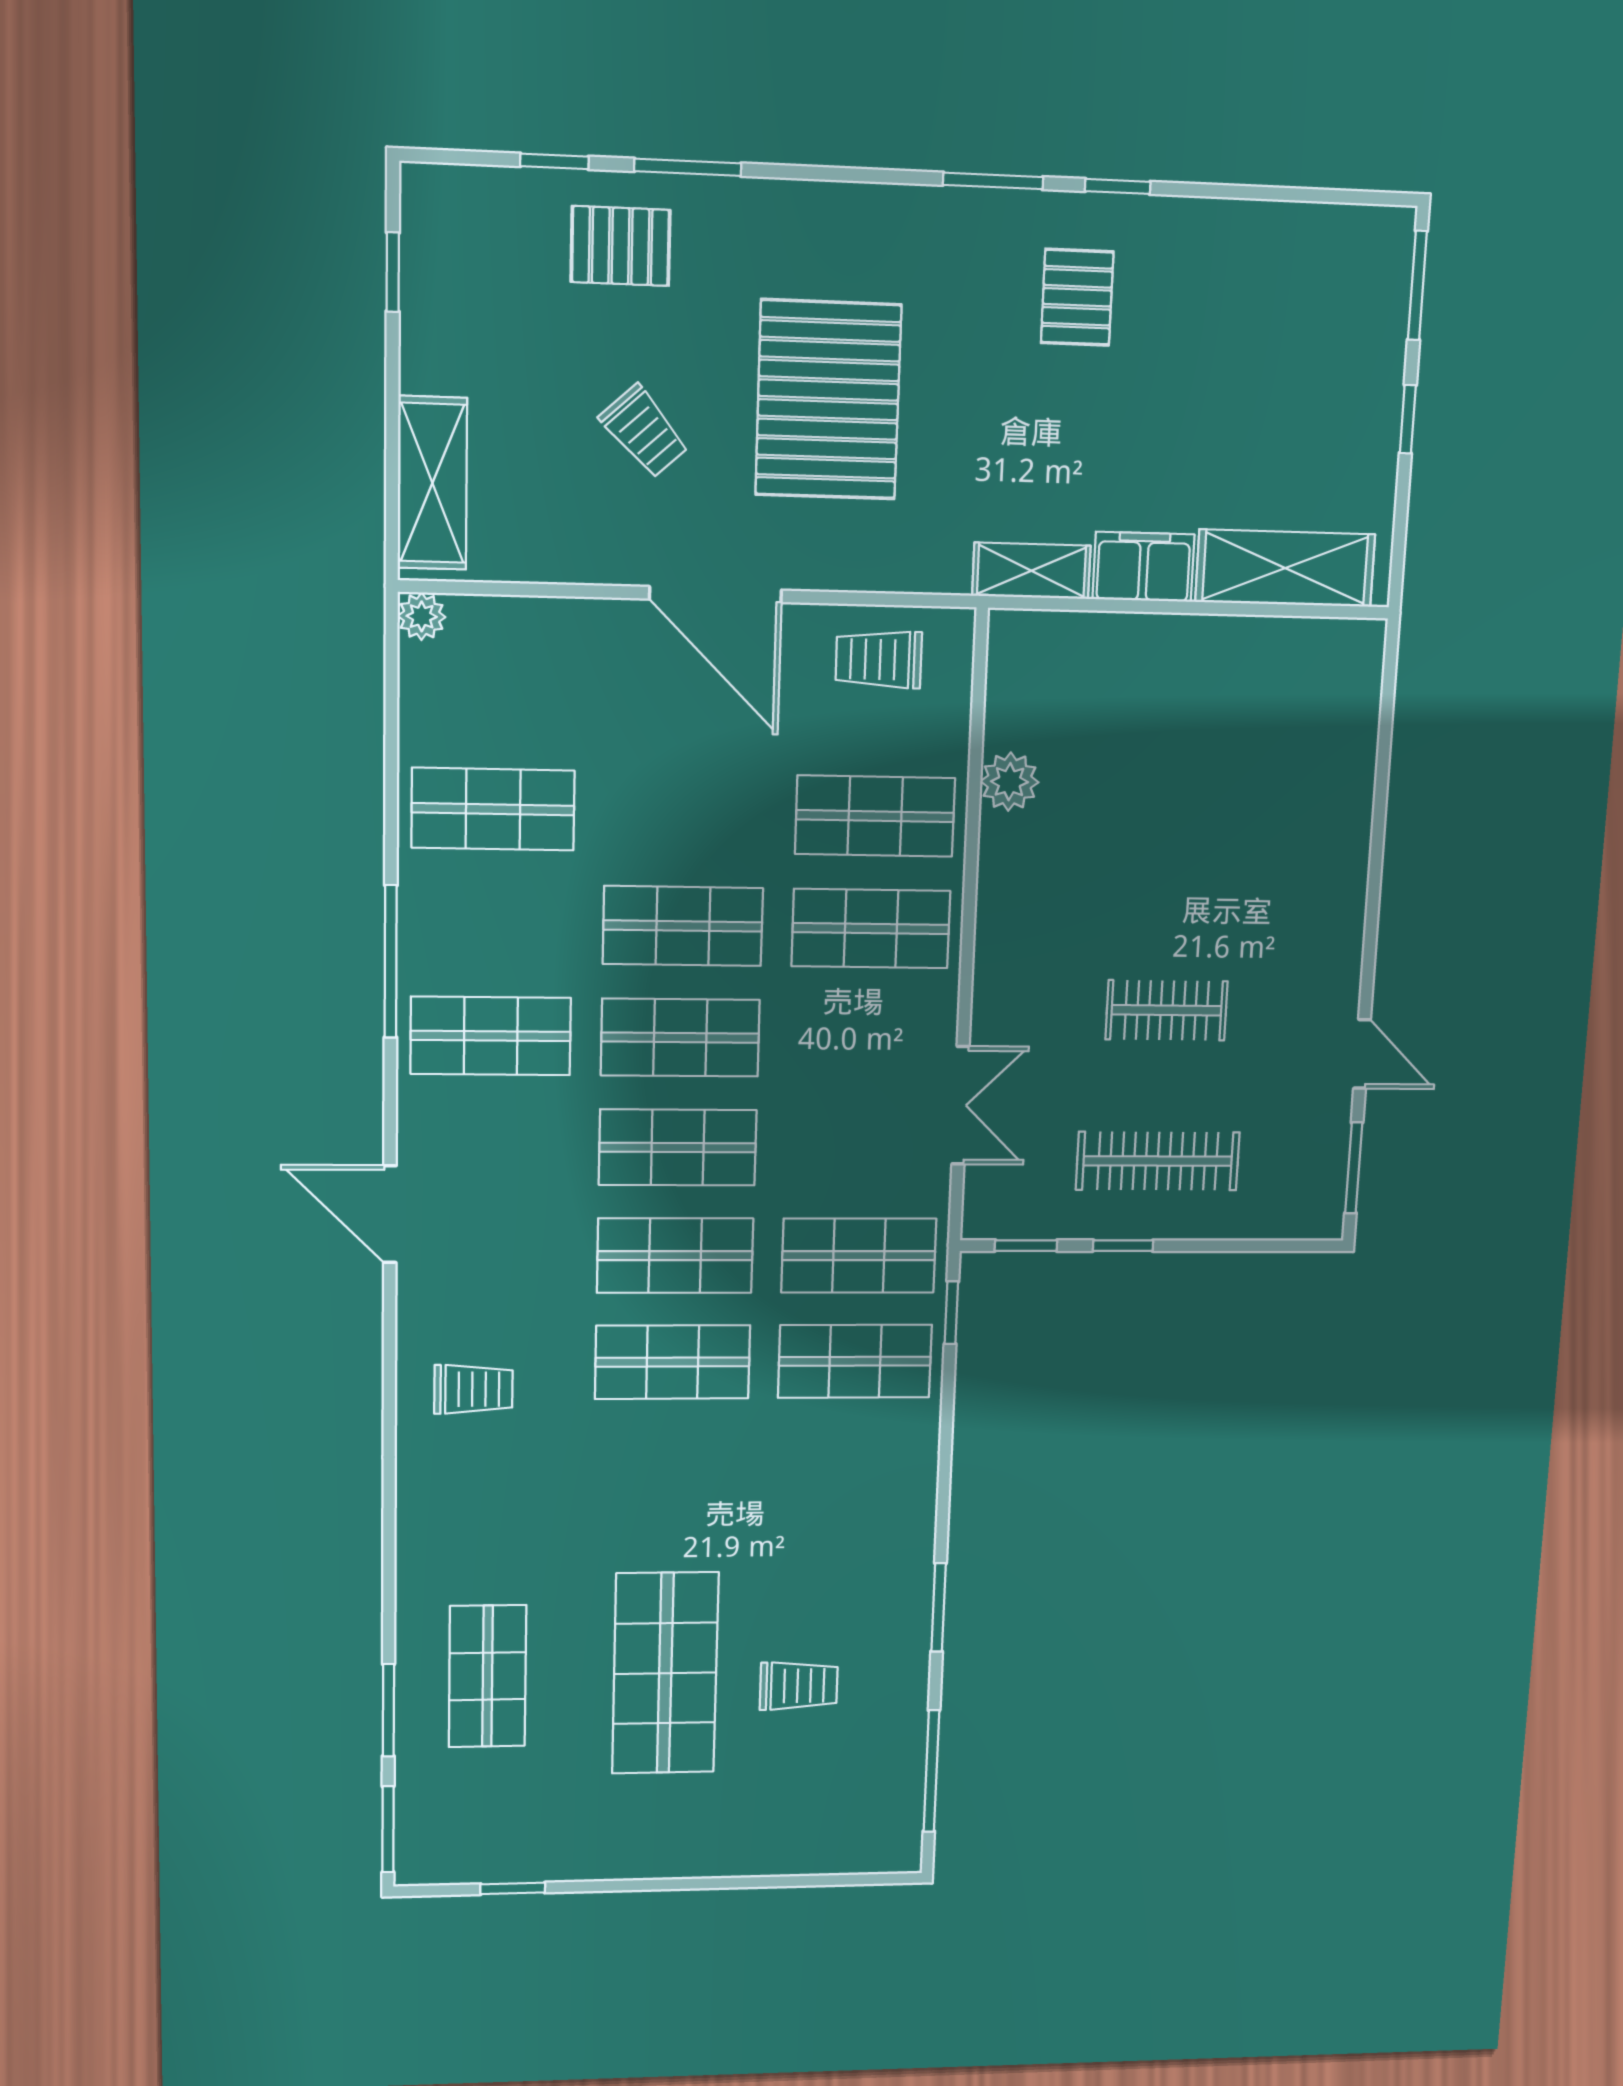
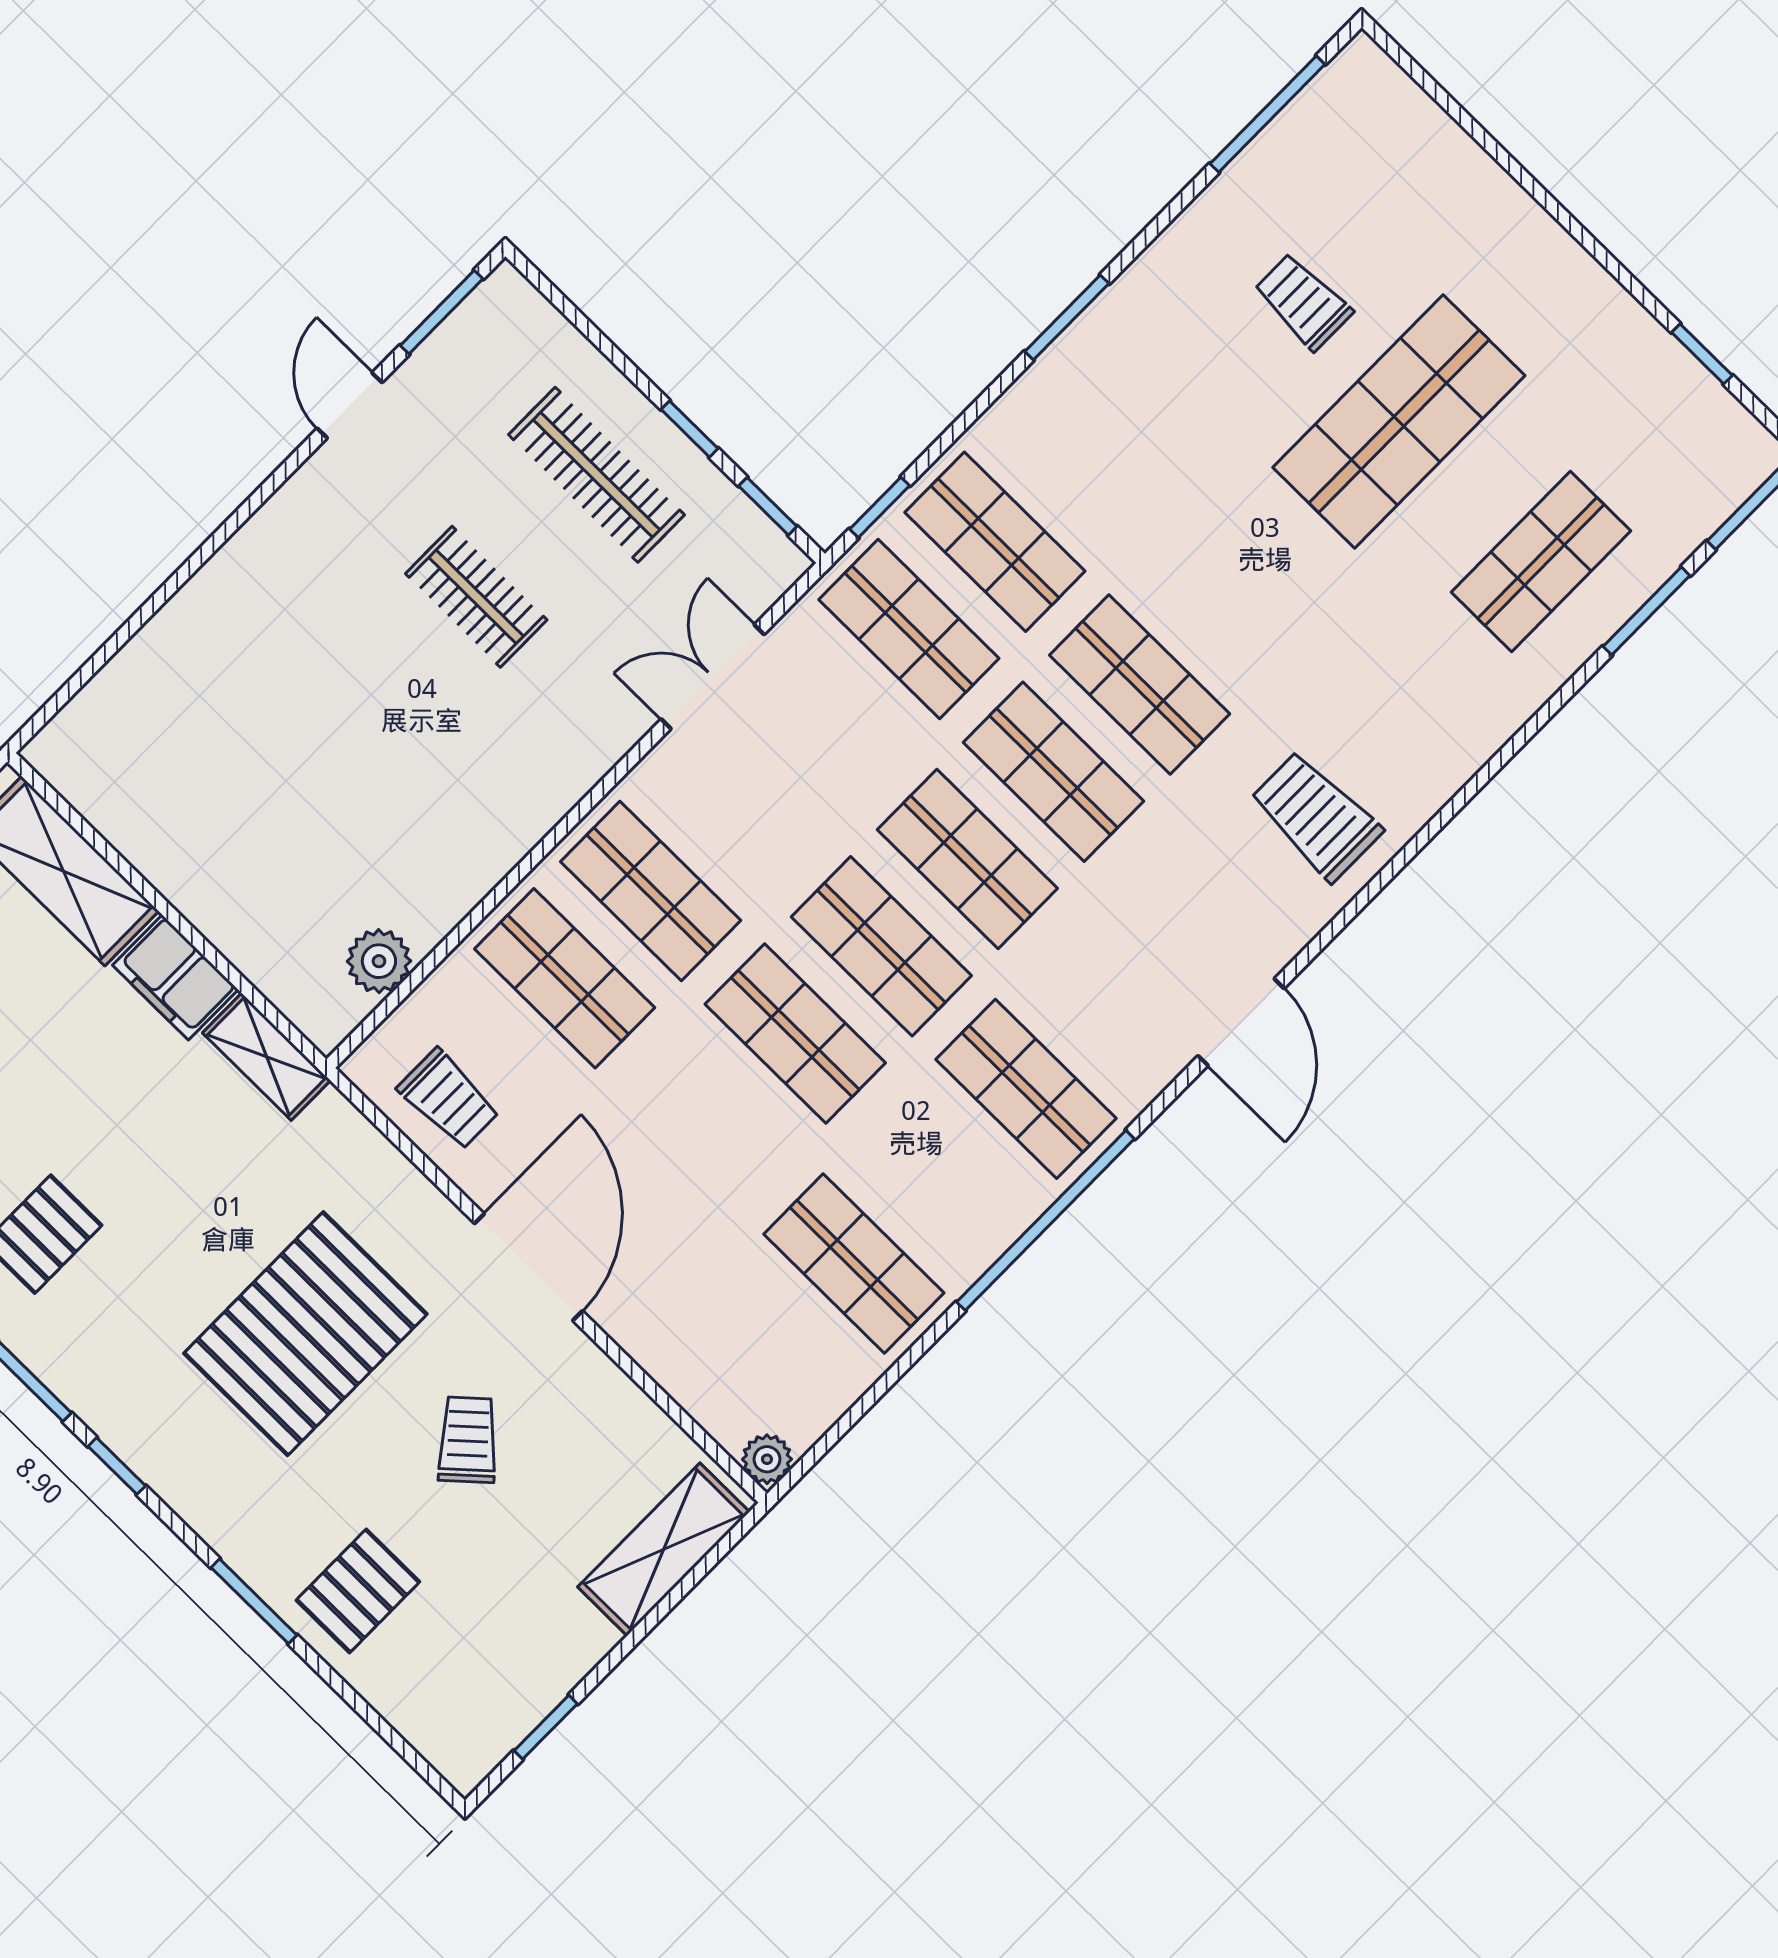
window: (554, 161) -> (117, 1466), moved
pallet: (621, 246) -> (358, 1591), turned 90
plant: (1010, 782) -> (379, 961), moved
window: (391, 962) -> (1046, 1220), width x1.46
trolley: (473, 1389) -> (1316, 816), width x1.36, depth x1.39
window: (939, 1607) -> (1067, 318), moved

